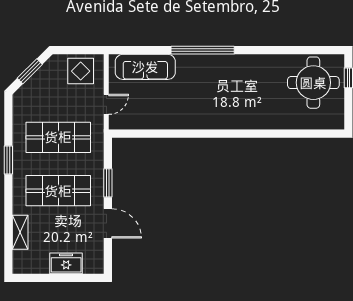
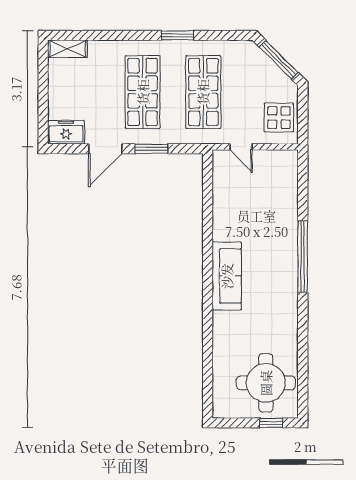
sofa: (145, 67) -> (227, 276), moved, turned 180
window: (30, 71) -> (279, 60), width x1.44
shelving: (20, 232) -> (68, 49), moved
freezer: (66, 263) -> (66, 132), moved, turned -90

